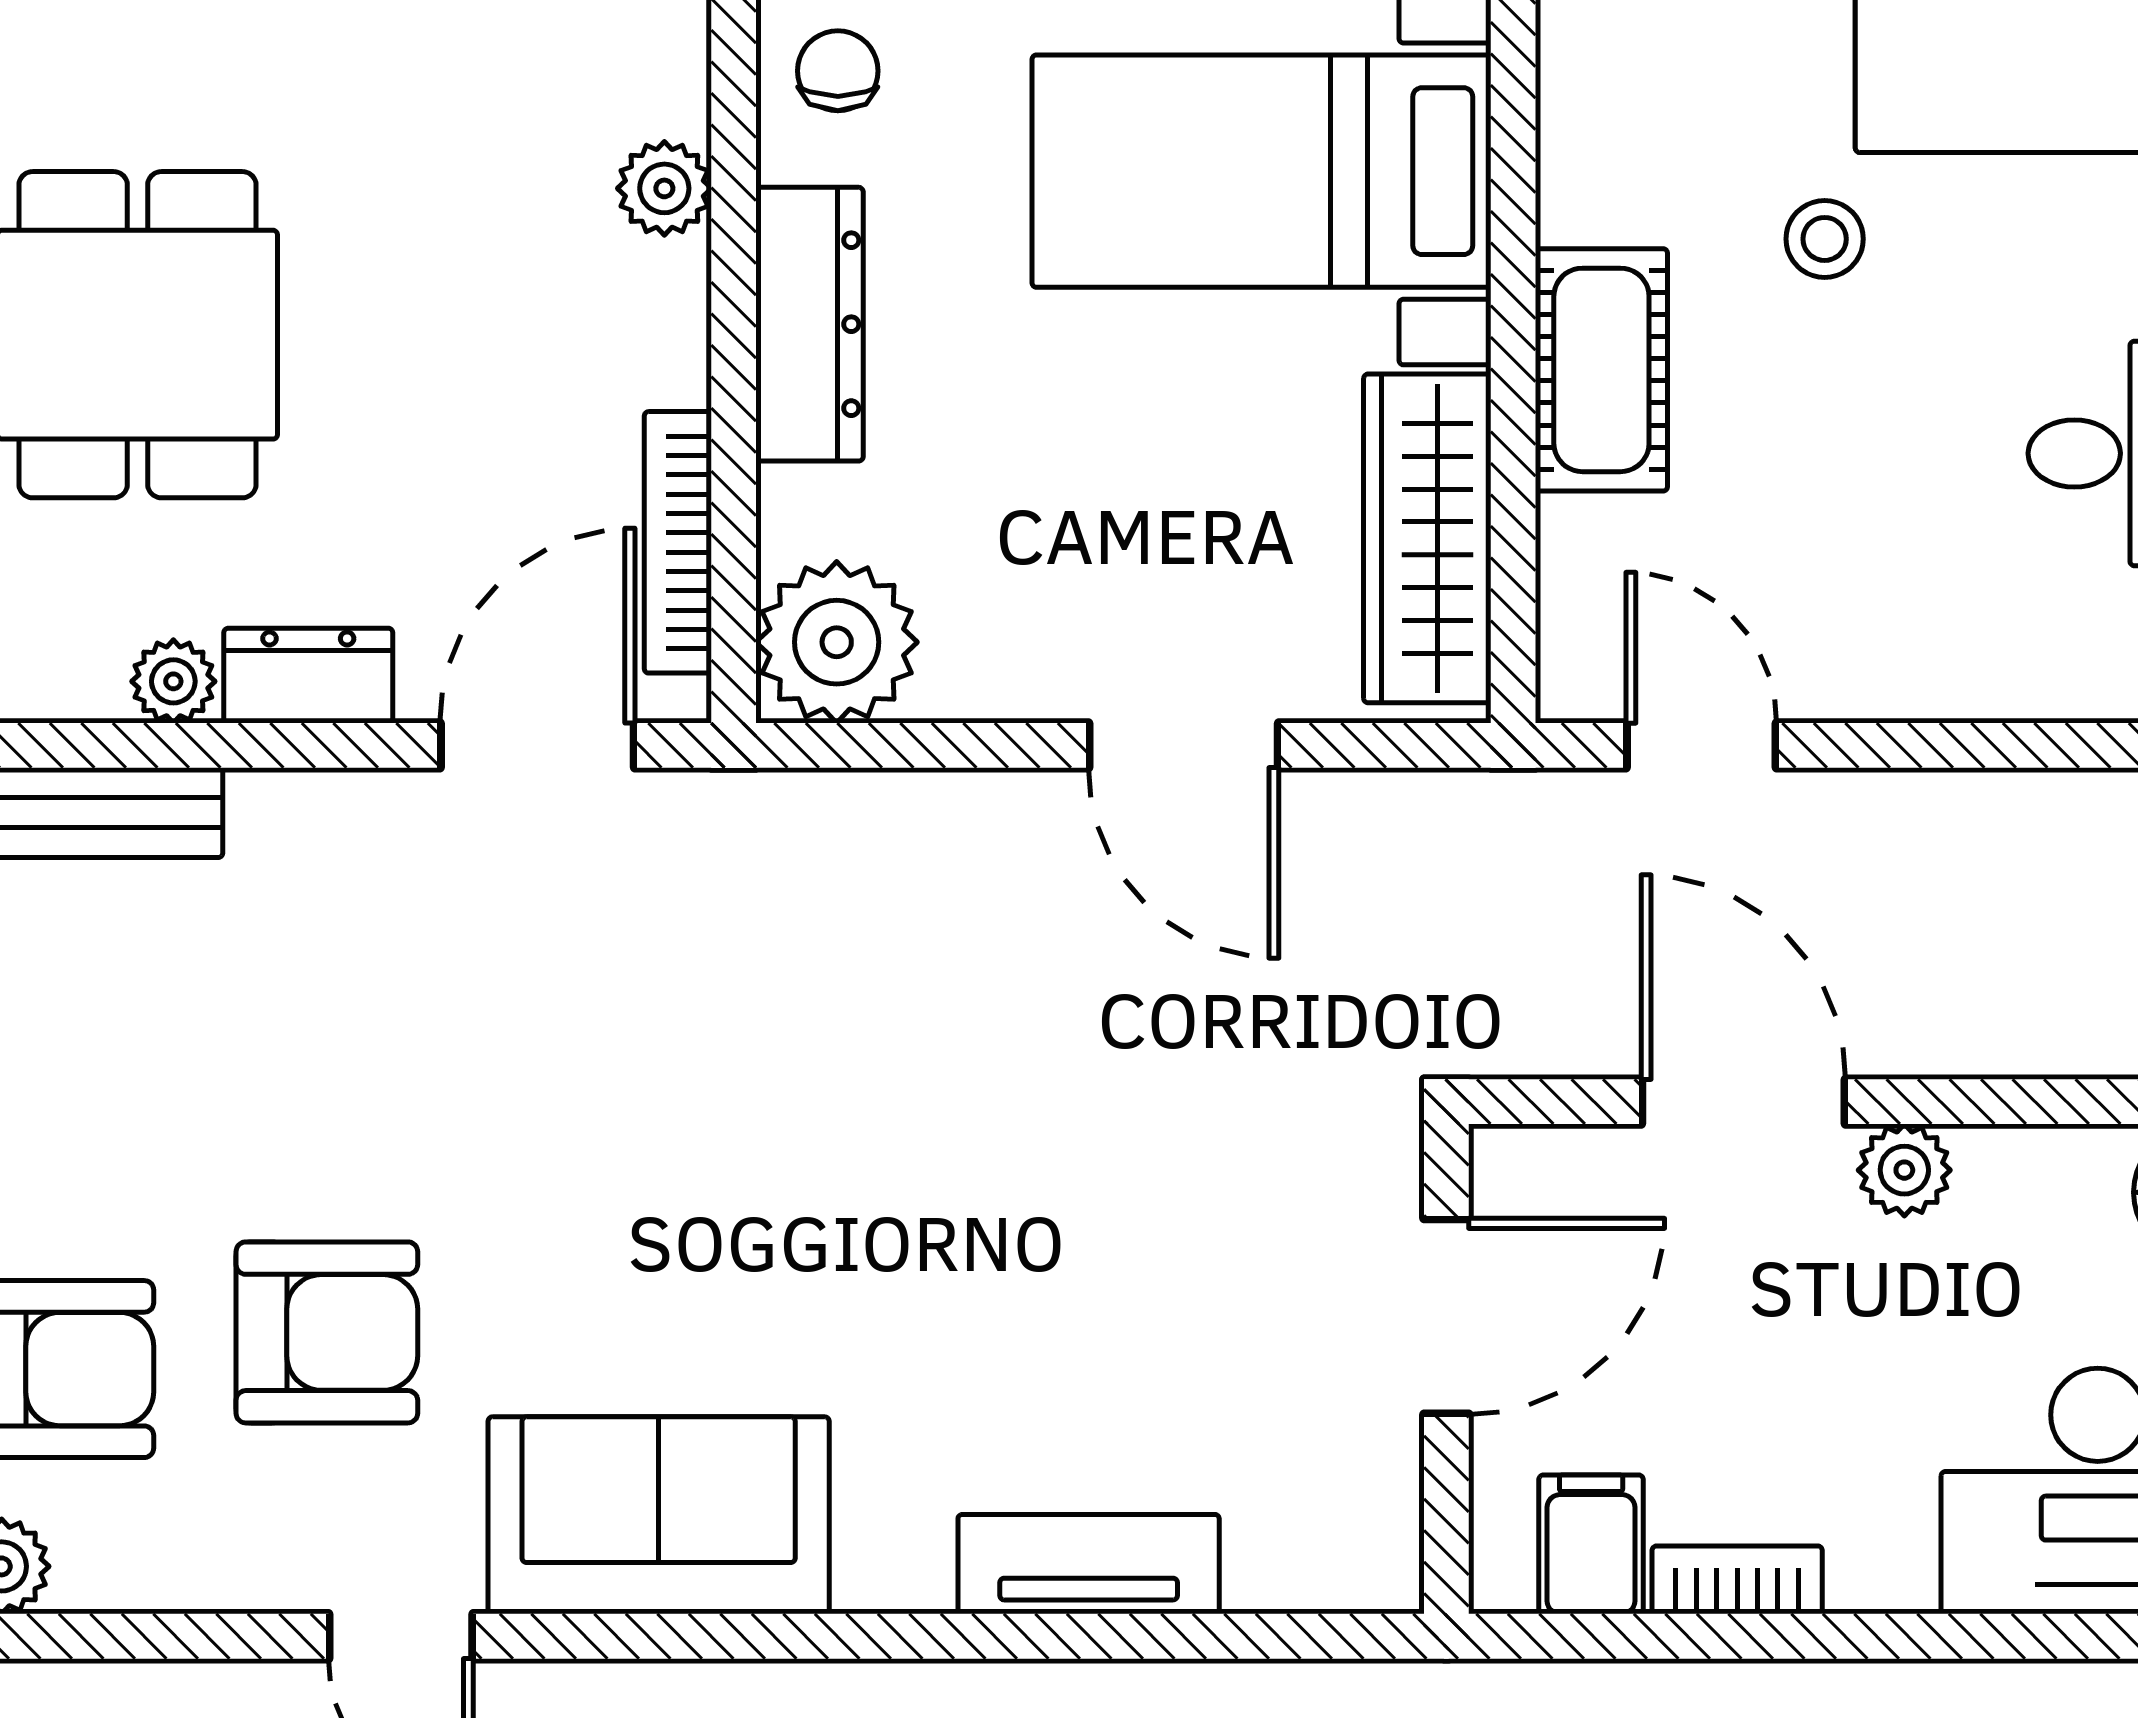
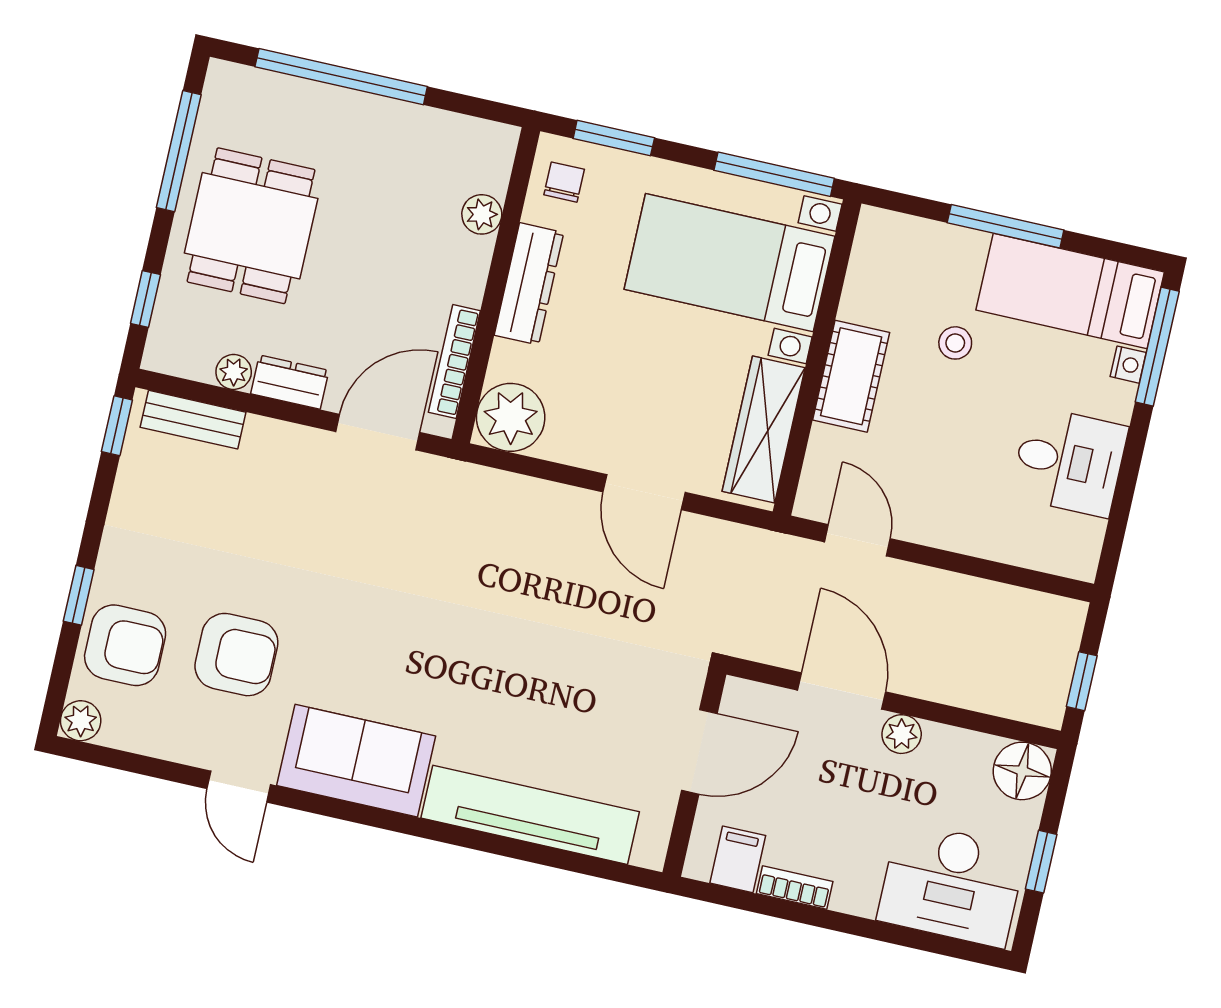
tv unit: (1089, 1564) -> (530, 815), width x1.92, depth x1.29

